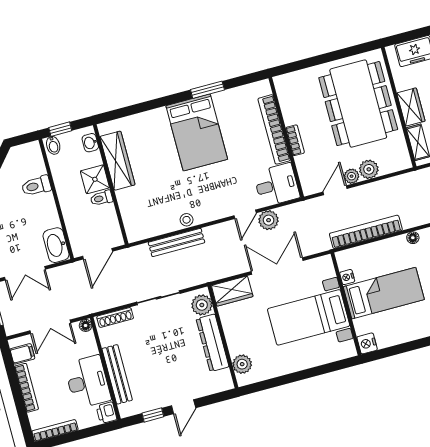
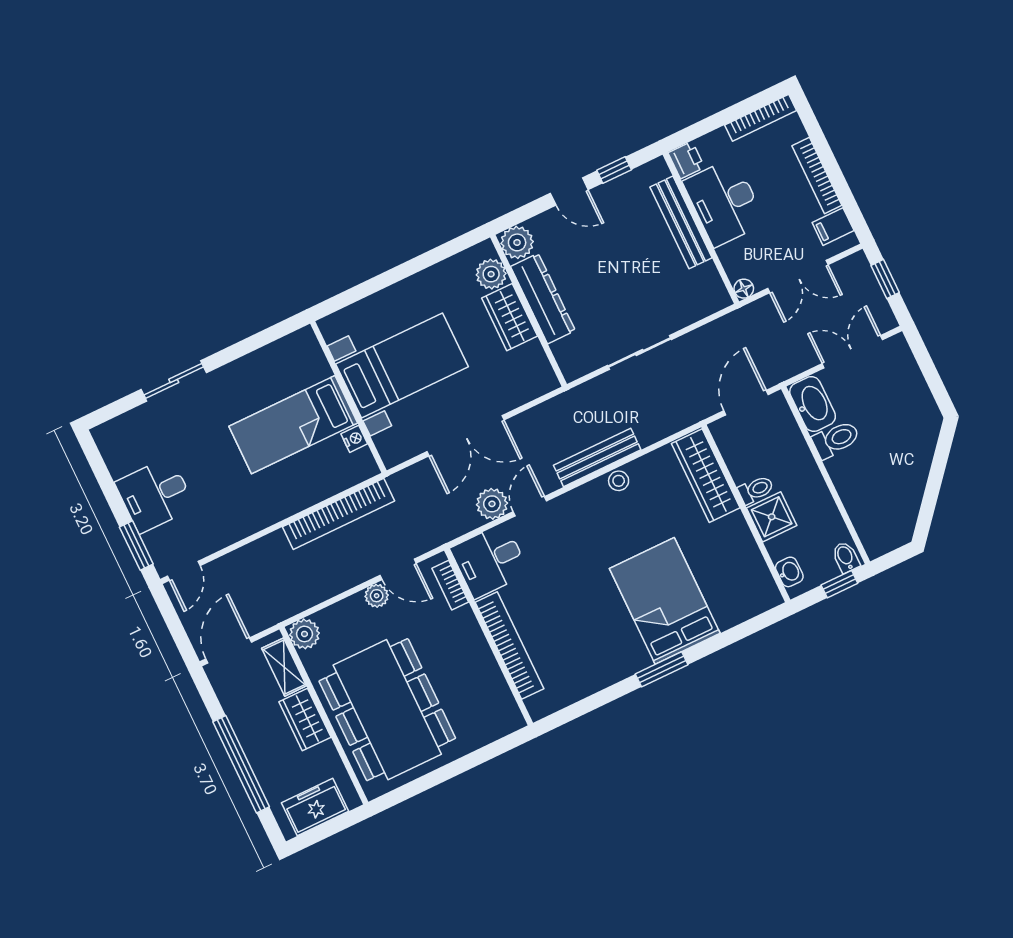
window: (207, 90) -> (662, 669), moved
bed: (197, 132) -> (665, 601), moved
bookcase: (295, 140) -> (450, 585), moved
wardrobe: (117, 161) -> (706, 476), moved
plant: (369, 169) -> (304, 634), moved
toilet: (36, 186) -> (836, 439), moved
door: (335, 190) -> (398, 569), hinge flipped
floor lamp: (413, 238) -> (264, 518), removed
bench: (176, 242) -> (597, 457), moved
wardrobe: (232, 291) -> (510, 317), moved, turned -90
plant: (202, 305) -> (517, 242), moved
shoe rack: (115, 317) -> (701, 310), removed
double door: (50, 327) -> (798, 277), swing flipped
nightstand: (367, 343) -> (304, 342), removed
door: (184, 407) -> (569, 192), swing flipped

